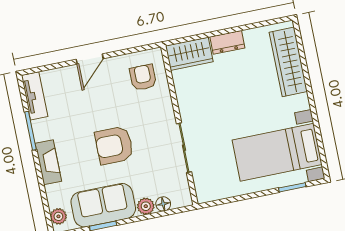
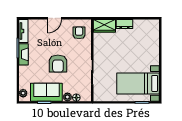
wardrobe: (288, 62) -> (153, 40), removed
armchair: (114, 145) -> (58, 64), turned -90
fireplace: (48, 162) -> (24, 54), moved

